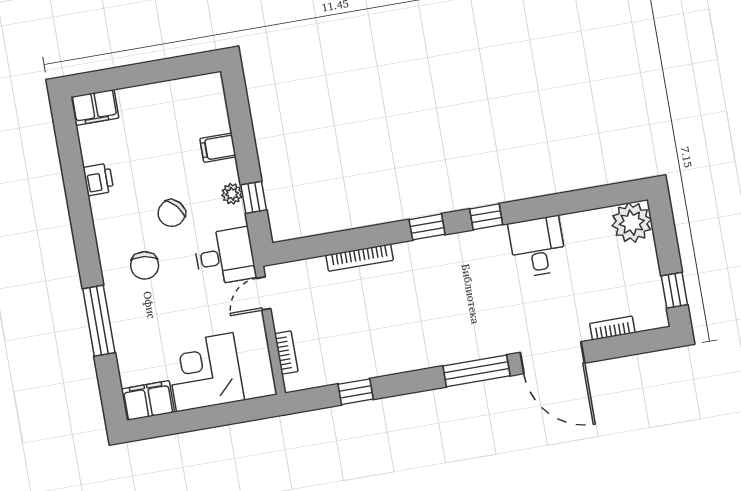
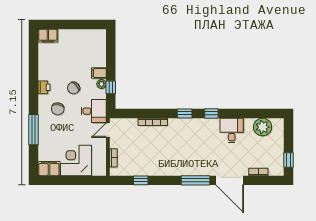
filing cabinet: (218, 148) -> (99, 73), moved
printer: (98, 179) -> (44, 87), moved
plant: (632, 223) -> (263, 127), moved

